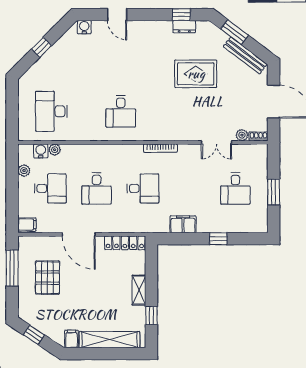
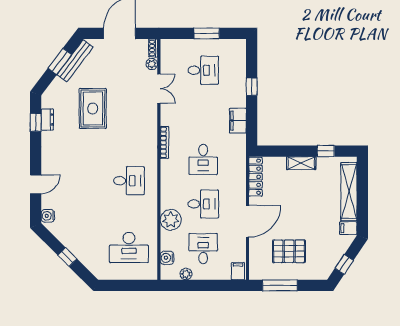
window: (234, 32) -> (60, 61), moved
plant: (55, 150) -> (171, 220), moved, width x1.87, depth x1.87
desk: (143, 188) -> (203, 159), turned 180

